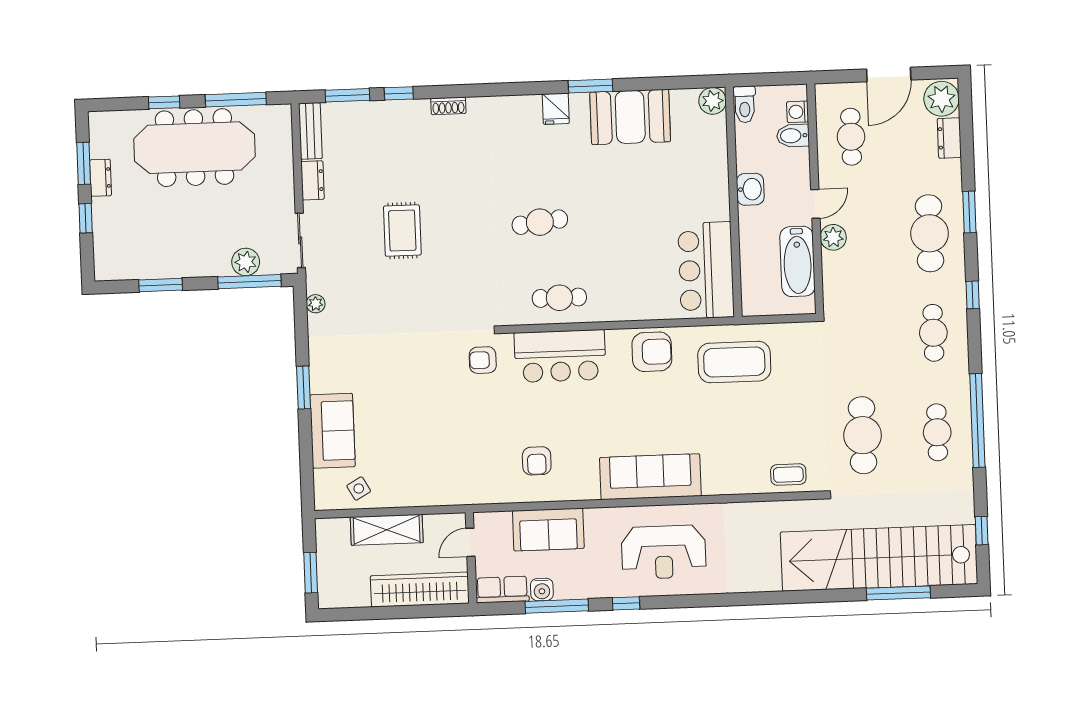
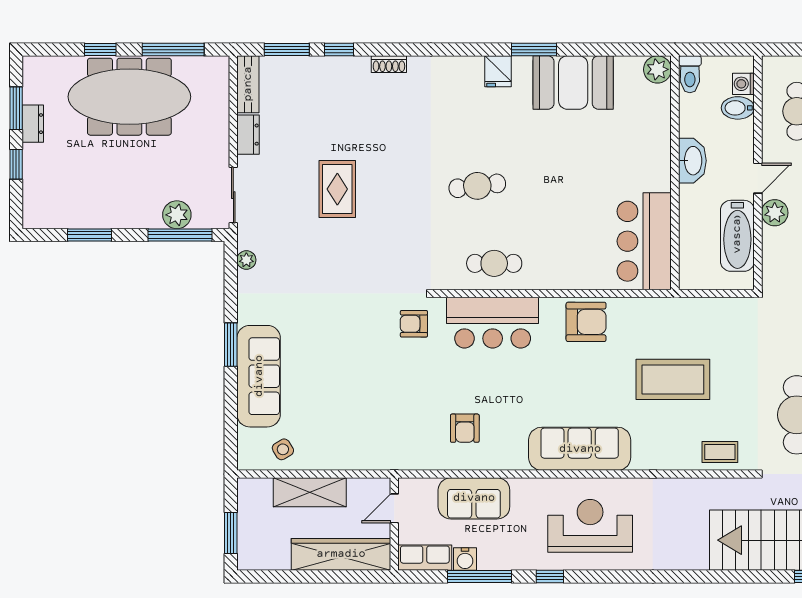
washbasin: (750, 189) -> (692, 161), width x1.38
coffee table: (734, 362) -> (673, 379), moved
sofa: (333, 431) -> (259, 376), width x1.36
reception desk: (664, 552) -> (590, 526), turned 180

